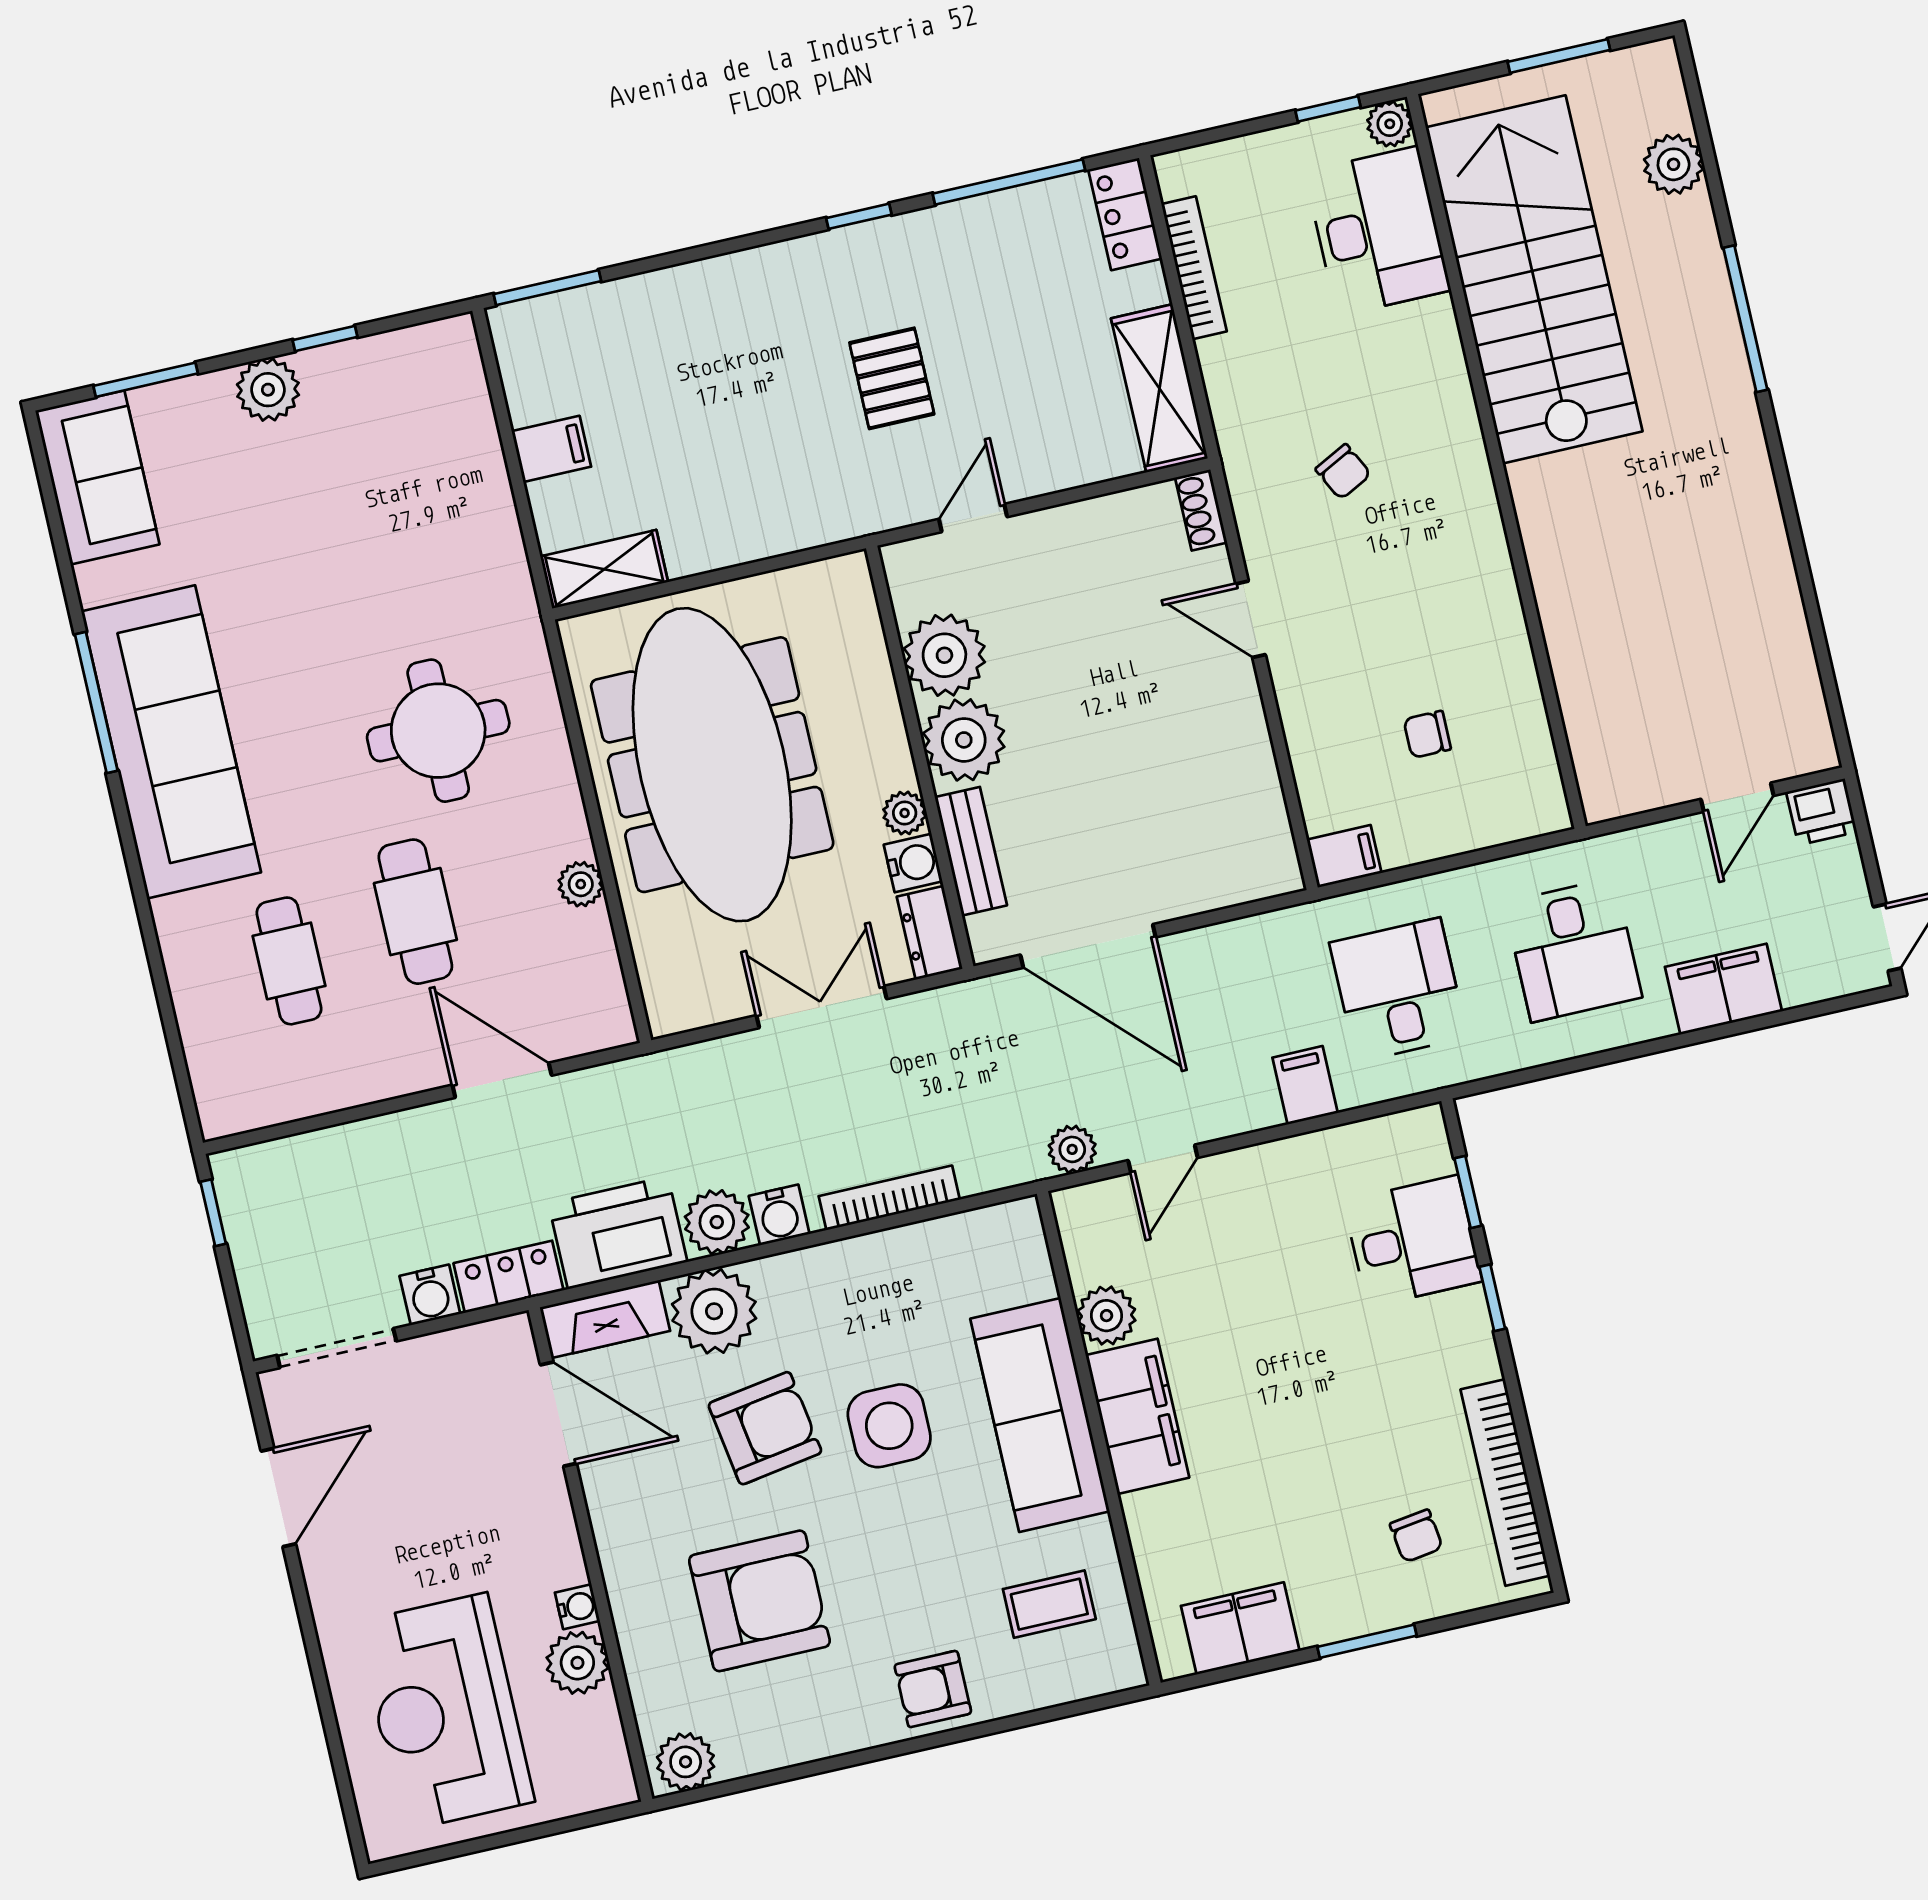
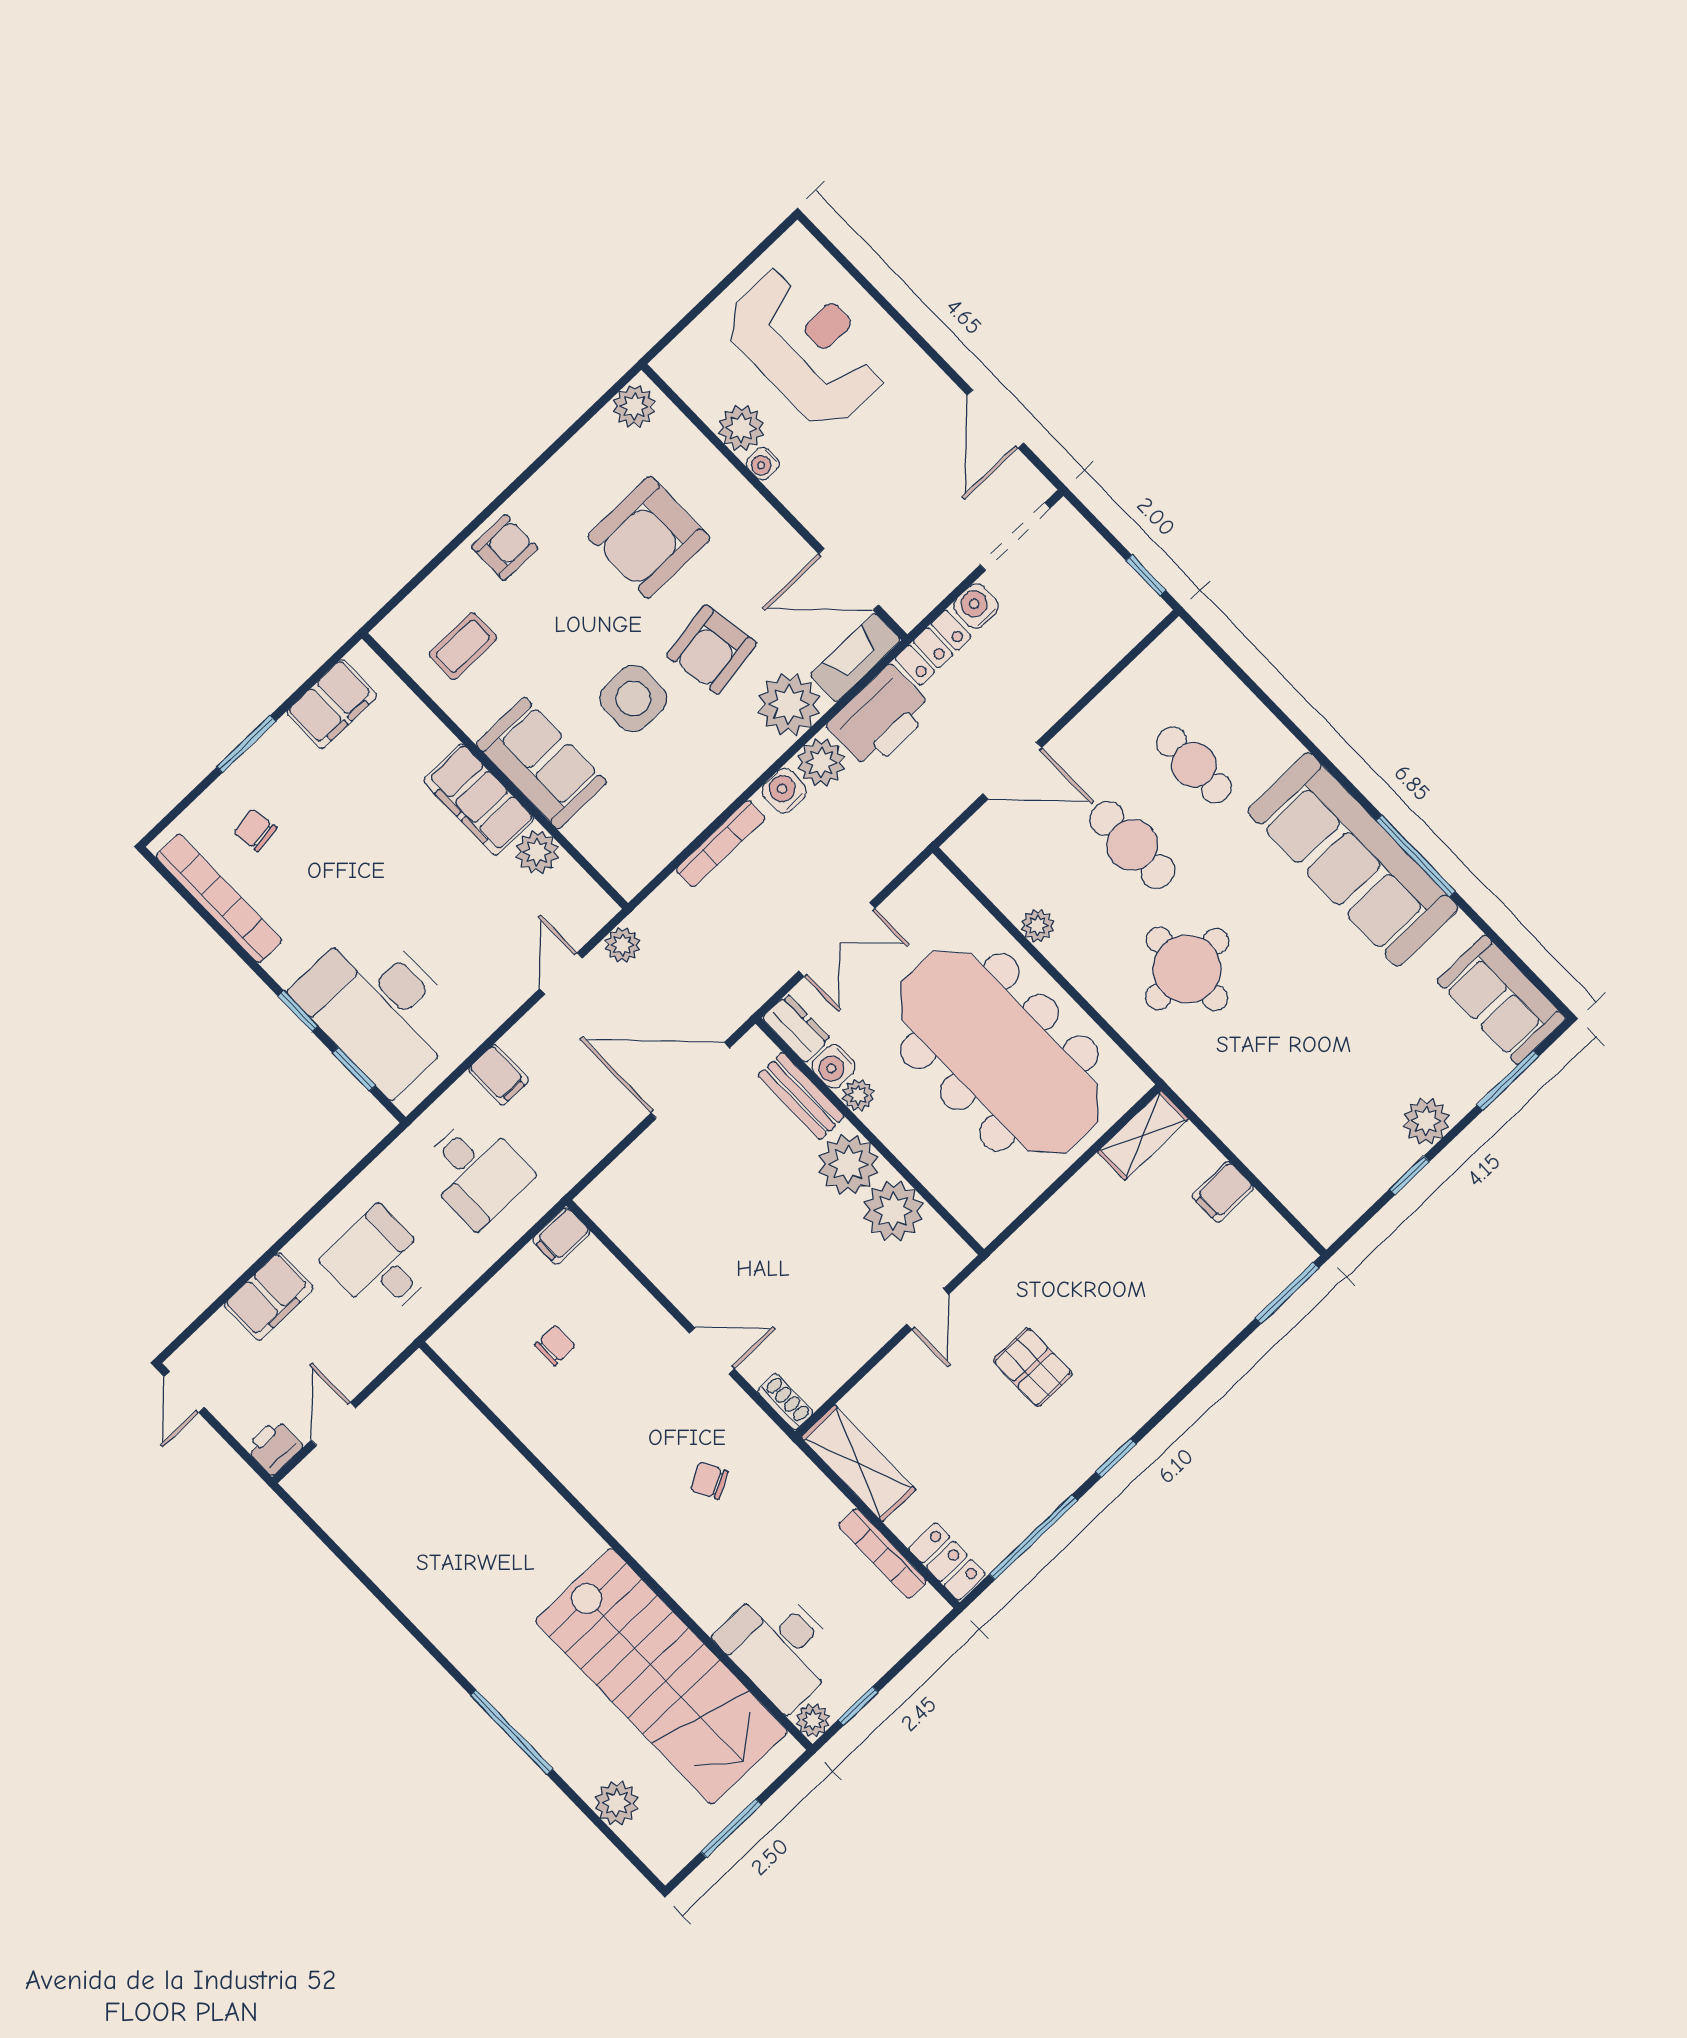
desk: (1413, 1241) -> (380, 1008), width x1.87, depth x1.30
sofa: (1040, 1415) -> (541, 763), width x0.73

